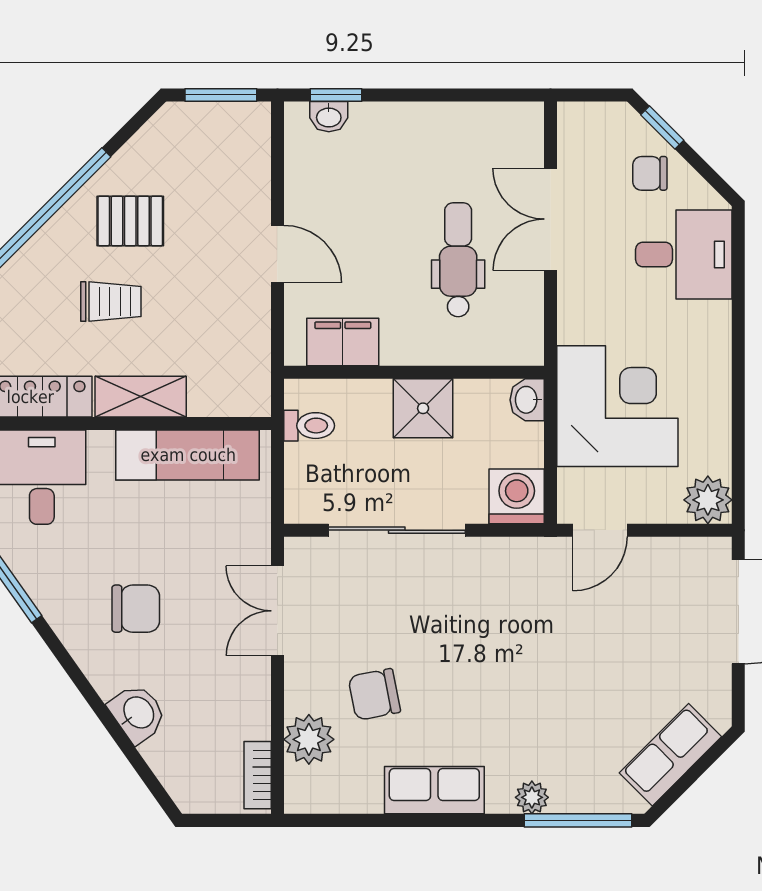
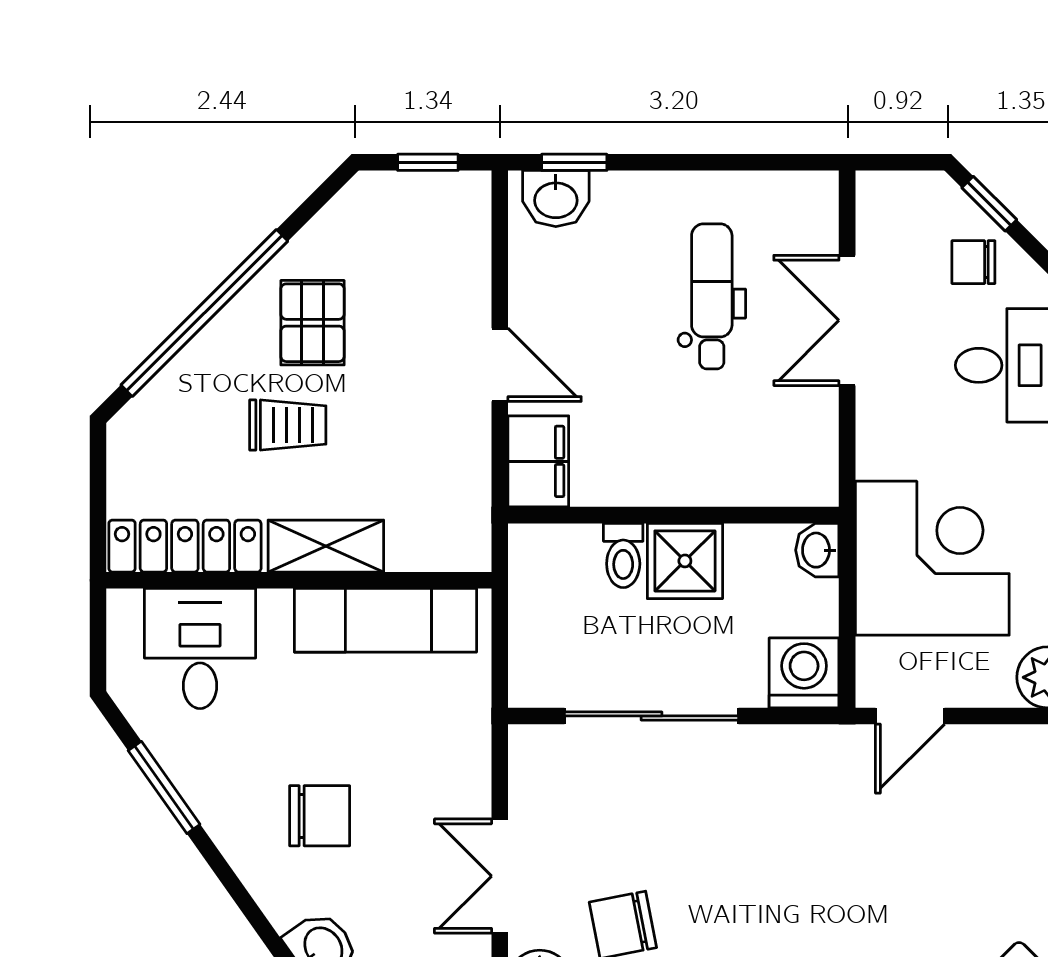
window: (221, 95) -> (428, 162), width x0.67
washbasin: (329, 117) -> (556, 199), width x1.38, depth x1.45
pallet: (130, 221) -> (313, 323), turned 90
dental chair: (458, 260) -> (712, 296), moved
filing cabinet: (343, 342) -> (538, 461), moved, turned 90
toilet: (309, 426) -> (623, 555), moved, turned 90
double door: (277, 611) -> (500, 876), moved

